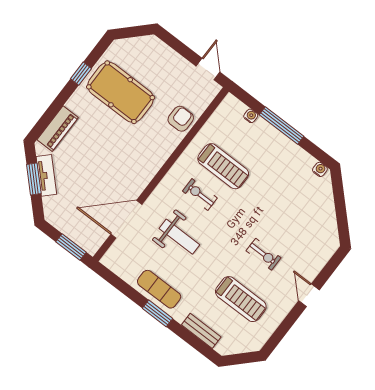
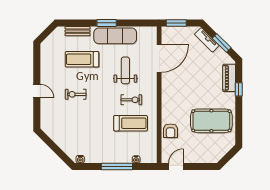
door: (208, 69) -> (176, 167), swing flipped
window: (81, 74) -> (239, 89), moved
treadmill: (223, 166) -> (131, 123), turned 180
tv unit: (46, 175) -> (207, 40), moved
weight bench: (179, 237) -> (125, 70), turned 90
exercise mat: (159, 289) -> (115, 36), width x1.36, depth x1.45
treadmill: (241, 299) -> (82, 59), moved

